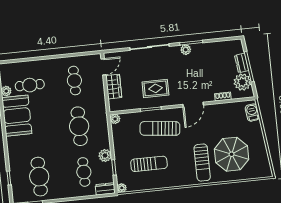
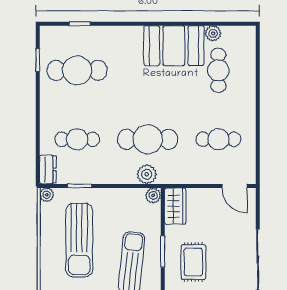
wardrobe: (114, 87) -> (175, 206), moved, turned -90
plant: (105, 155) -> (147, 174), moved
sun lounger: (149, 164) -> (79, 240), width x1.36, depth x1.34

